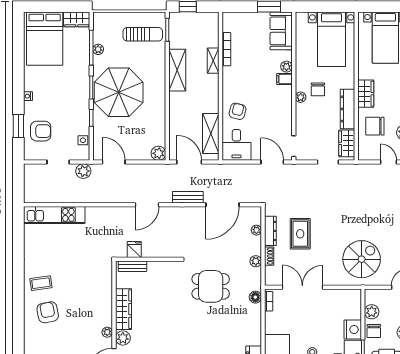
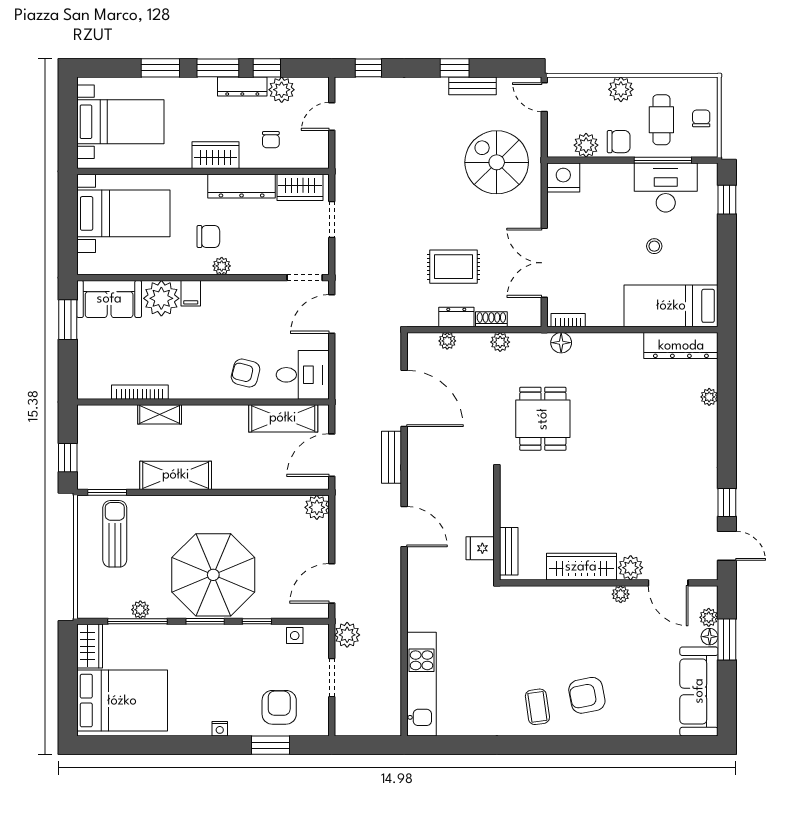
plant: (286, 67) -> (161, 298), width x1.88, depth x1.88
chair: (375, 126) -> (271, 140), width x0.54, depth x0.54
dresser: (270, 231) -> (456, 317), width x0.70
nightstand: (353, 330) -> (563, 177), moved

